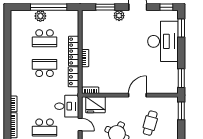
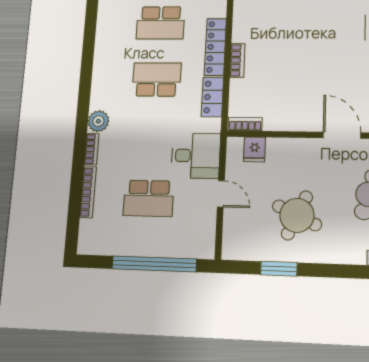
plant: (16, 90) -> (98, 121), added
door: (137, 95) -> (342, 135), hinge flipped
fridge: (95, 105) -> (254, 149), width x0.53, depth x0.75

